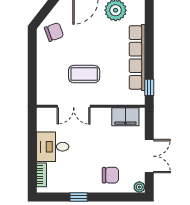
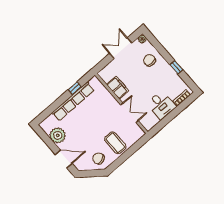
coffee table: (84, 74) -> (115, 143), moved
window: (149, 87) -> (75, 88), moved
filing cabinet: (125, 117) -> (118, 88), moved

